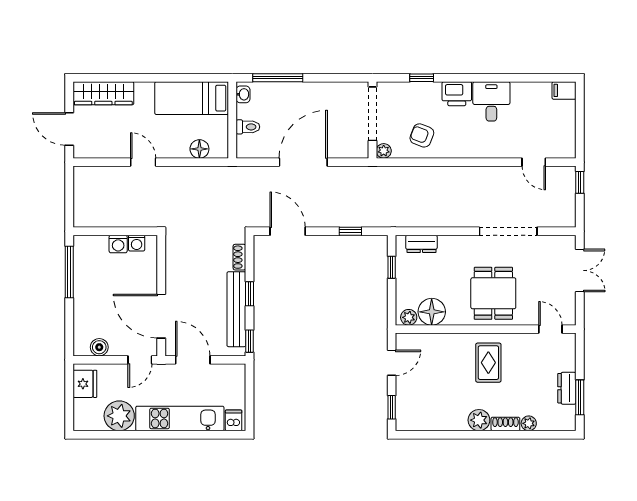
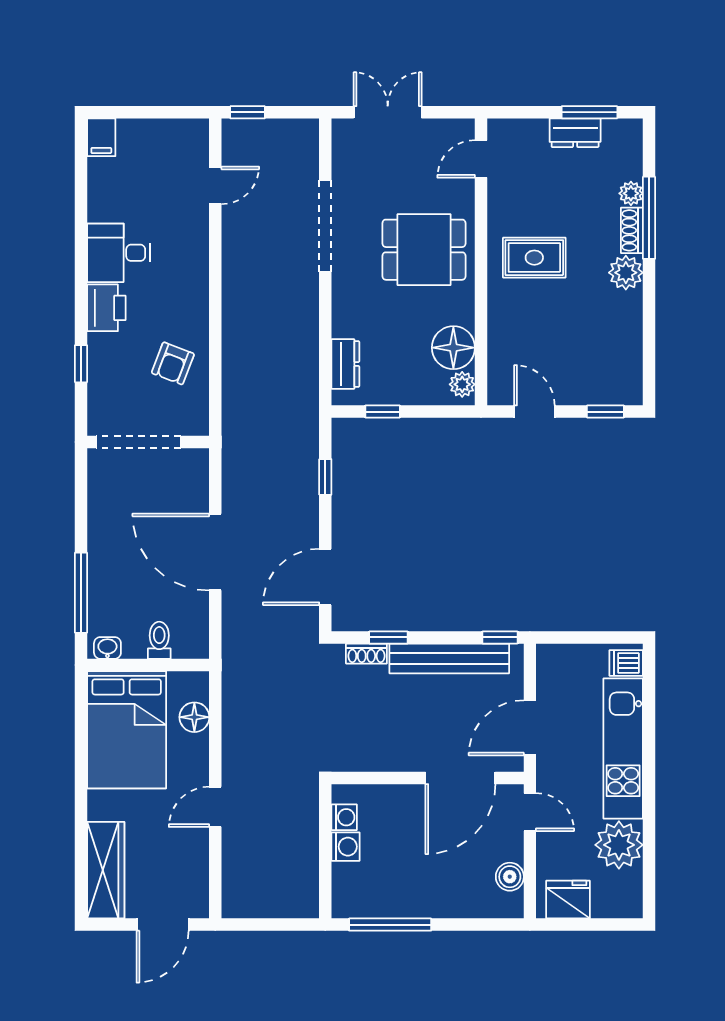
bed: (192, 98) -> (127, 730), width x1.50
plant: (384, 151) -> (197, 424), removed
window: (250, 294) -> (388, 637), moved
window: (513, 435) -> (649, 218), added

